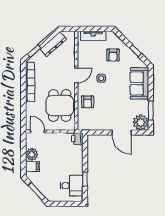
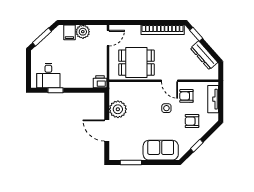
armchair: (87, 102) -> (186, 96), moved
plant: (141, 122) -> (118, 109), moved
door: (122, 133) -> (107, 130), hinge flipped

